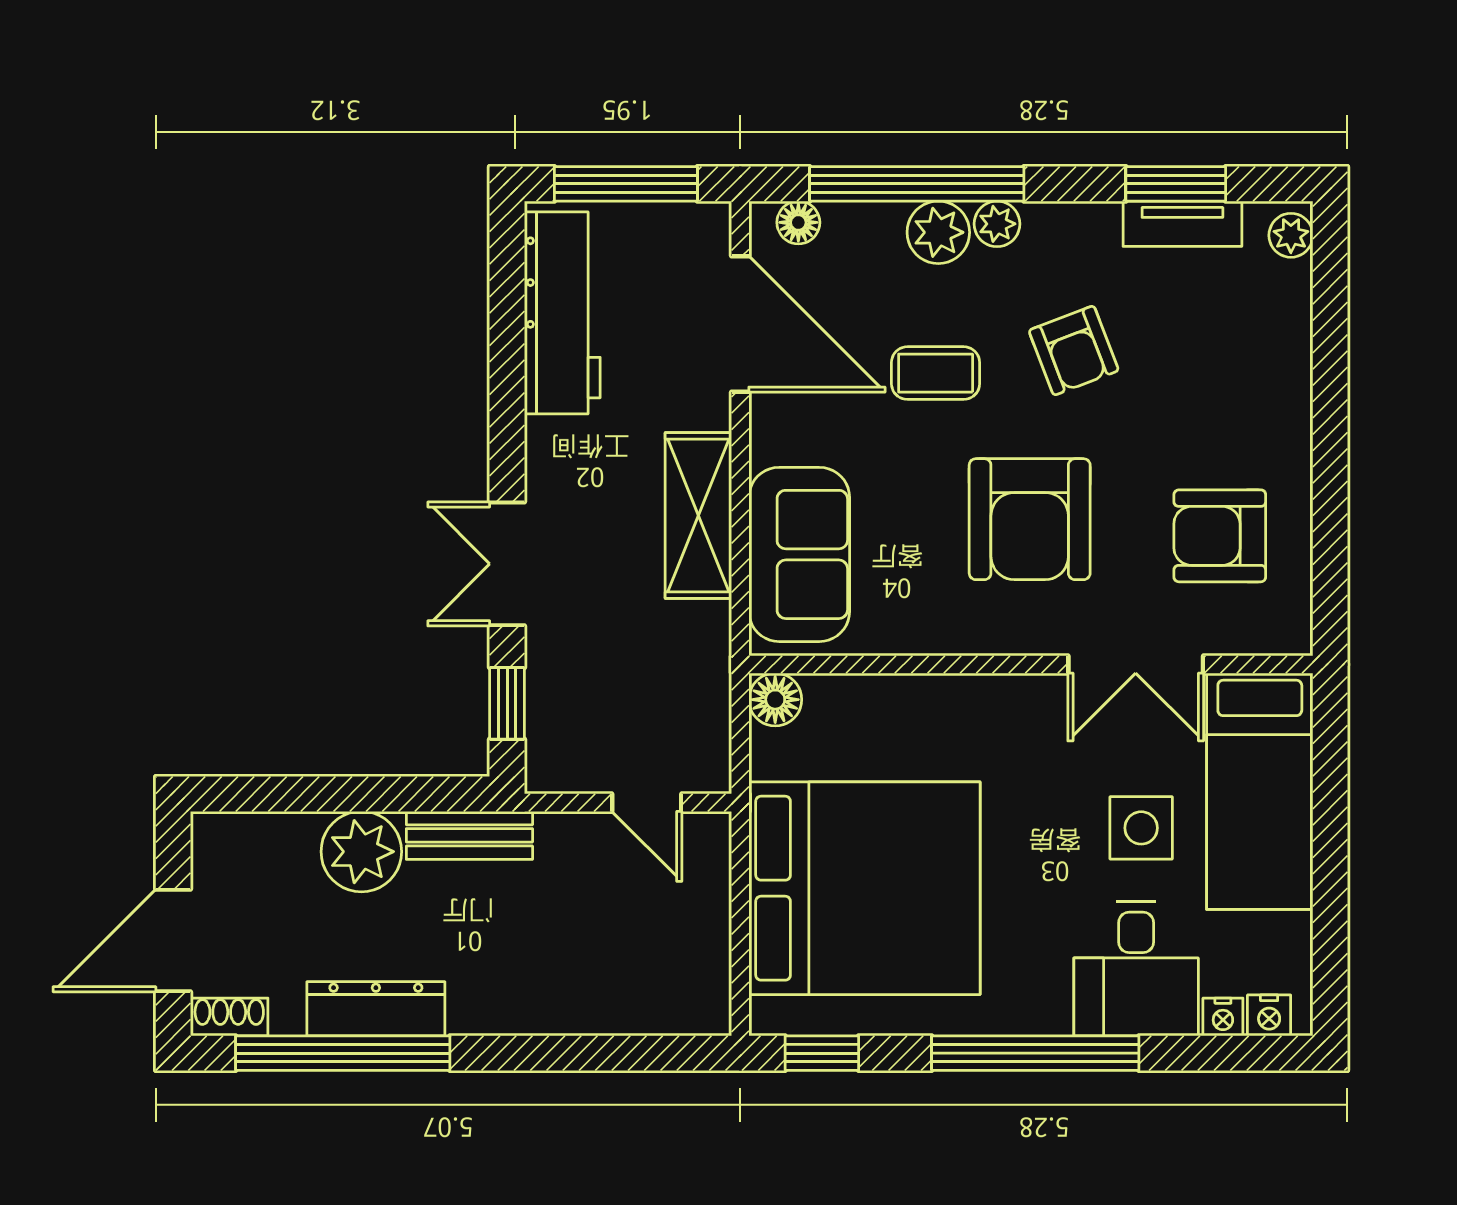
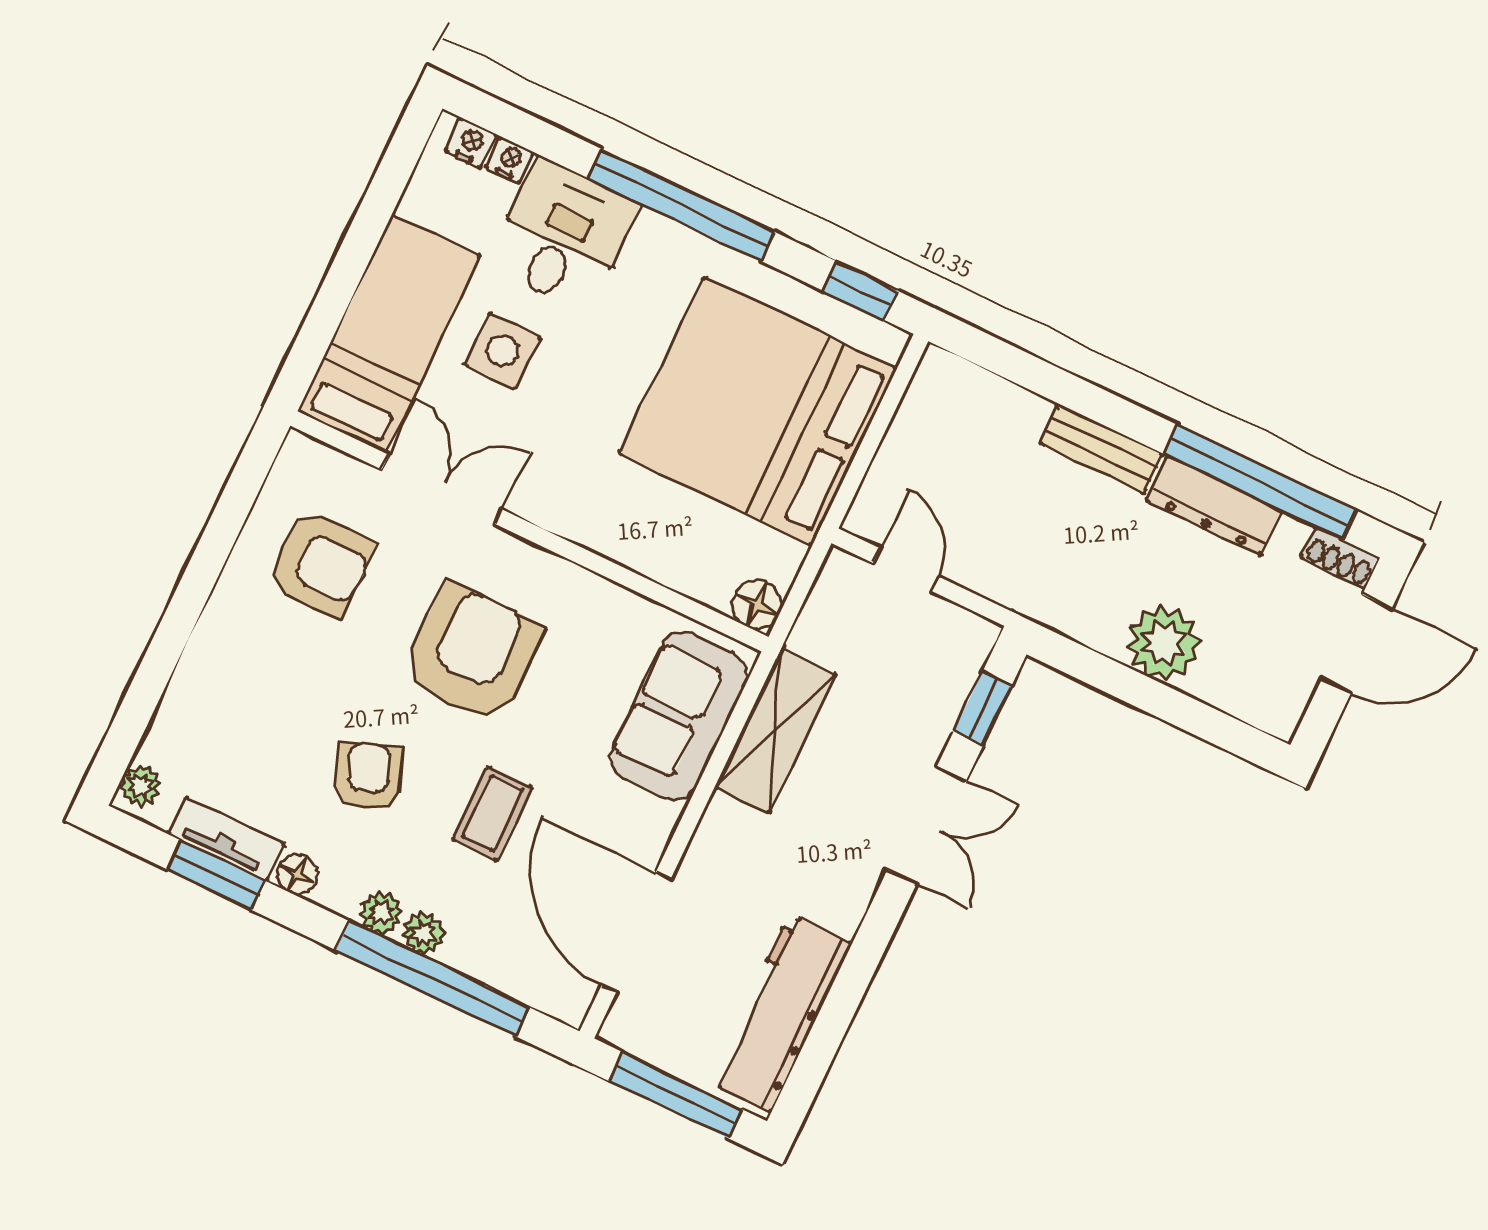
floor lamp: (798, 222) -> (297, 874), moved
plant: (938, 232) -> (423, 933), width x0.73, depth x0.73
coffee table: (936, 373) -> (492, 813), turned 90
shelving: (698, 516) -> (775, 731), moved
bench: (469, 835) -> (1101, 449), moved

